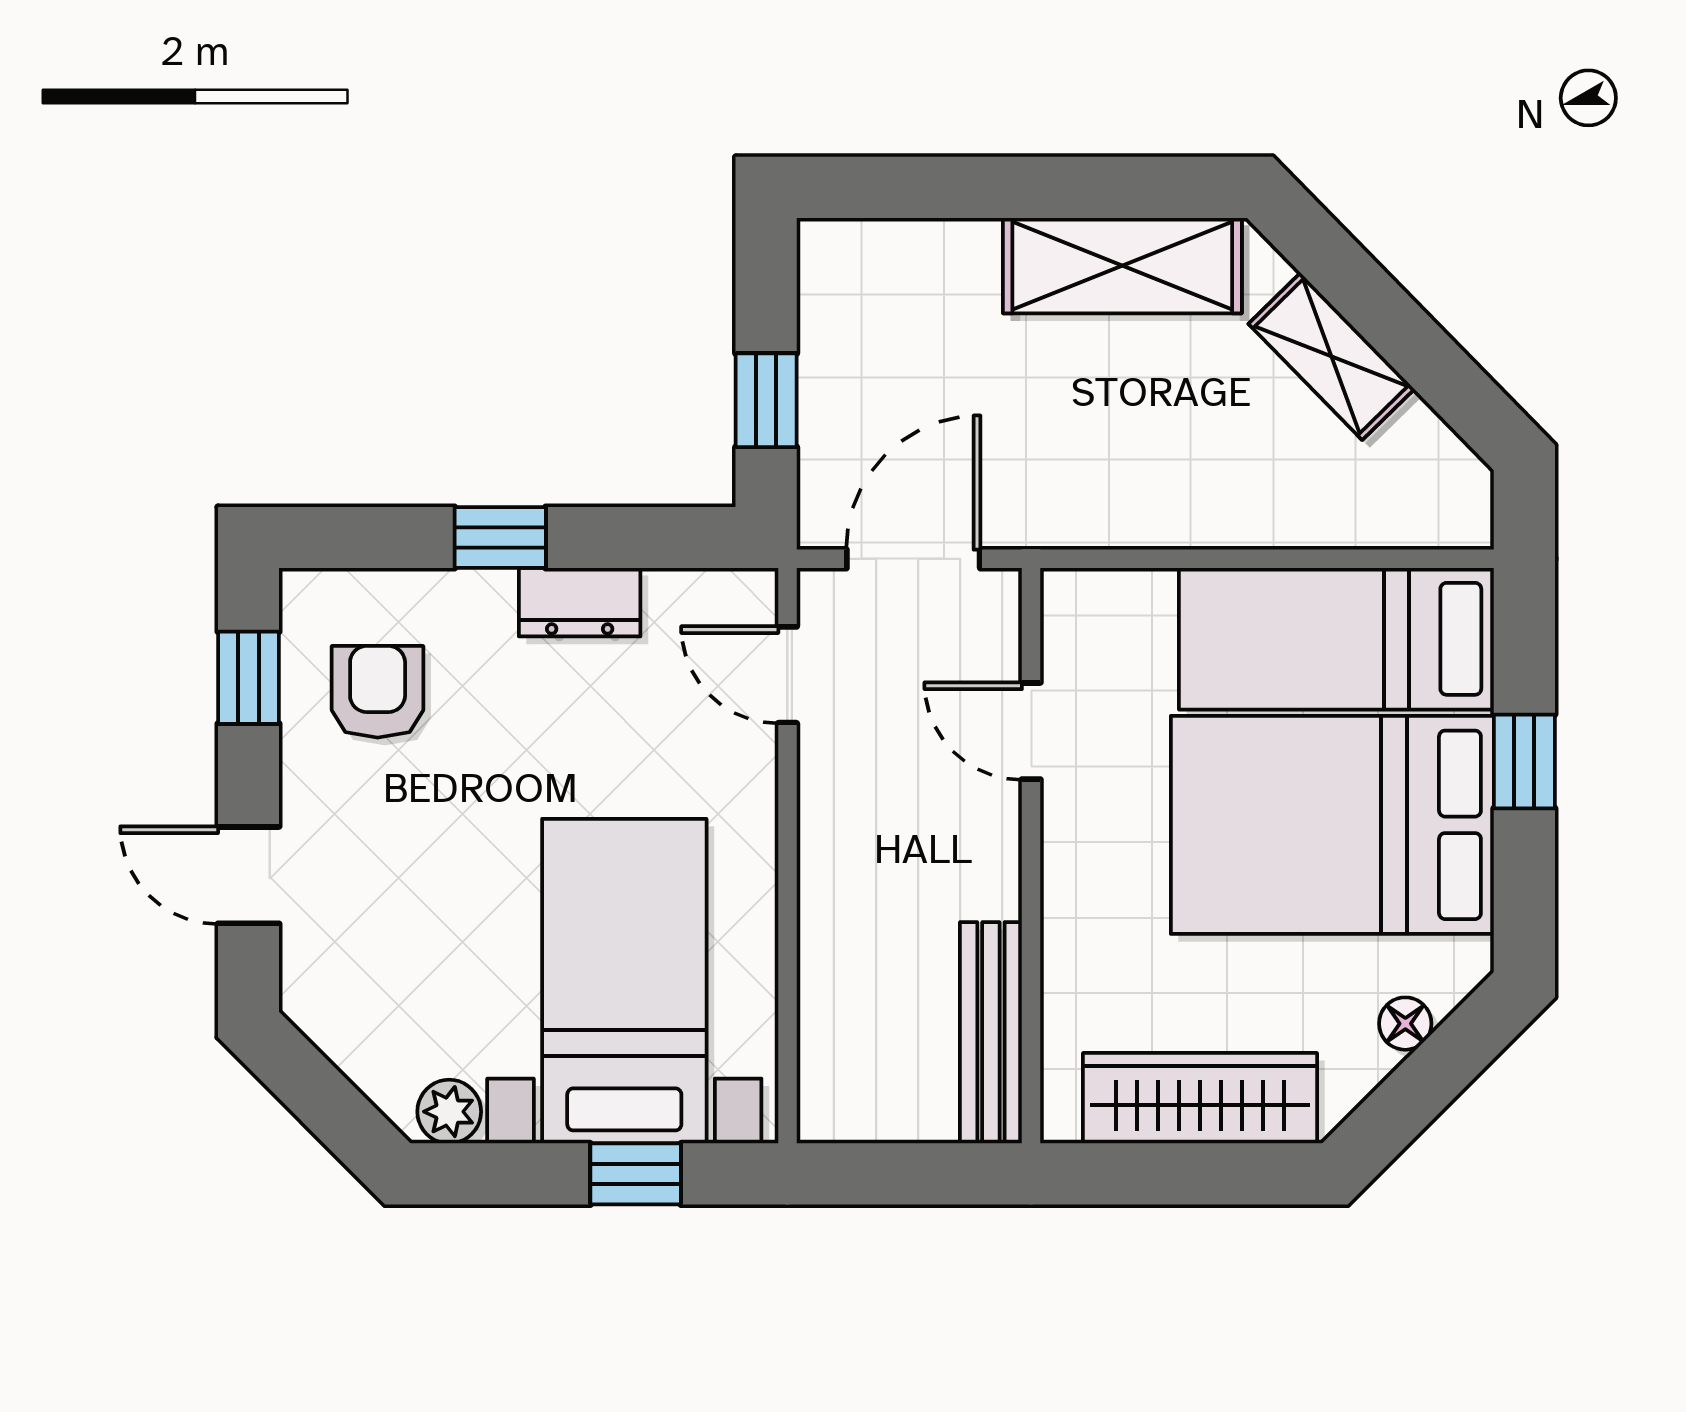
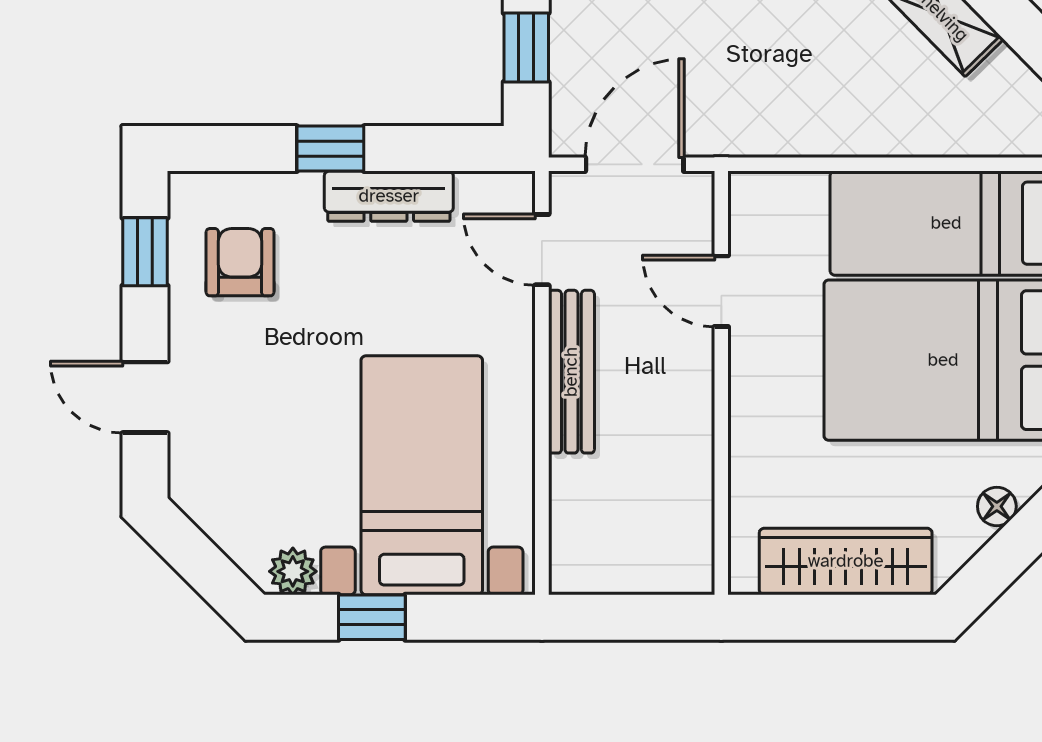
dresser: (580, 602) -> (389, 196), width x1.44
bench: (991, 1033) -> (571, 372), moved
window: (636, 1174) -> (372, 617), moved

